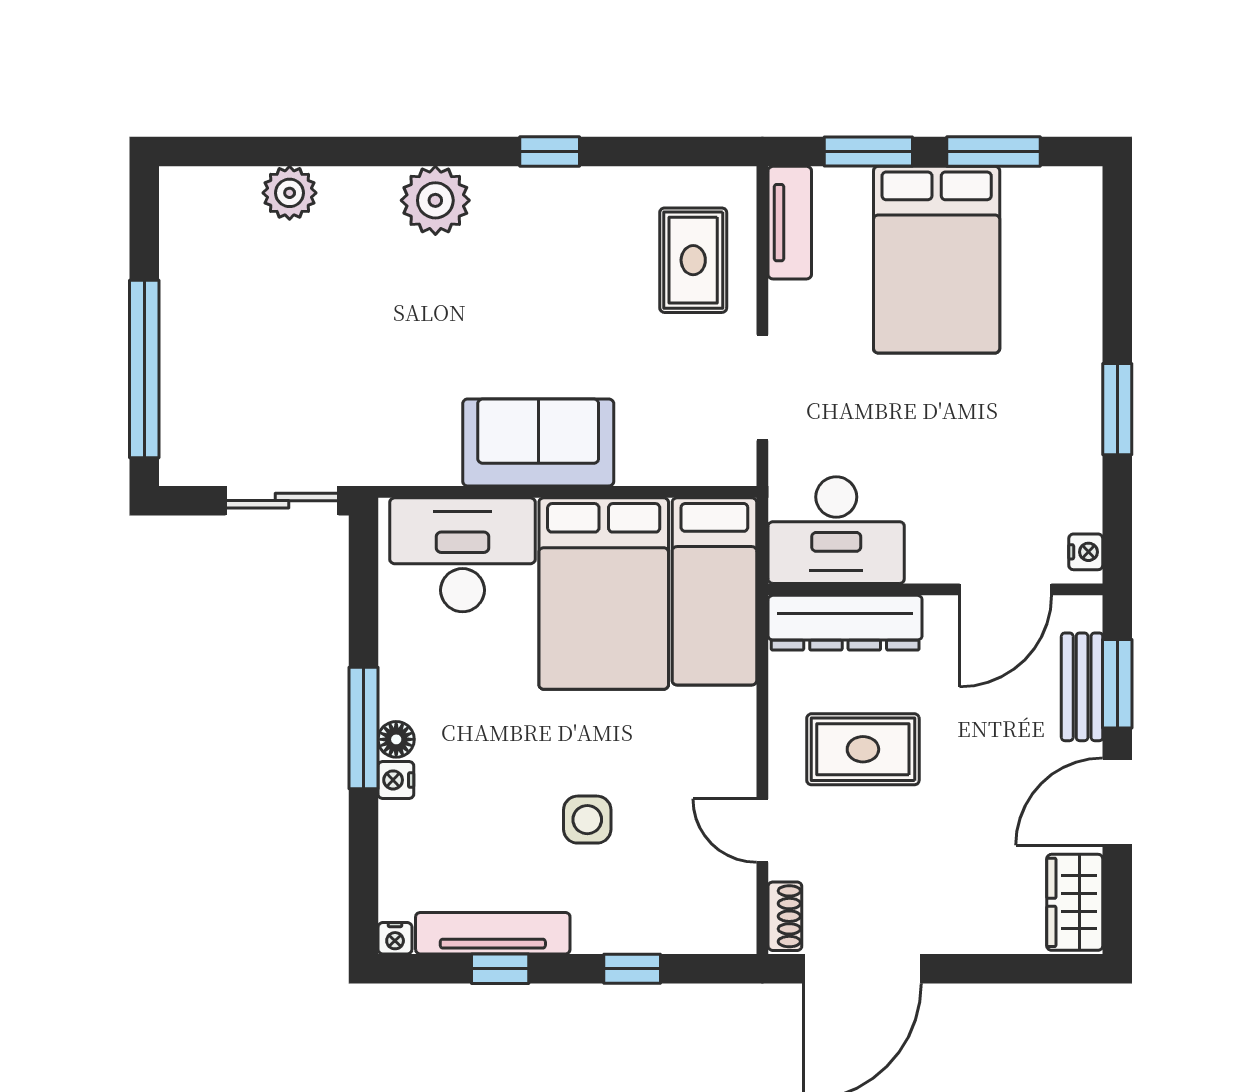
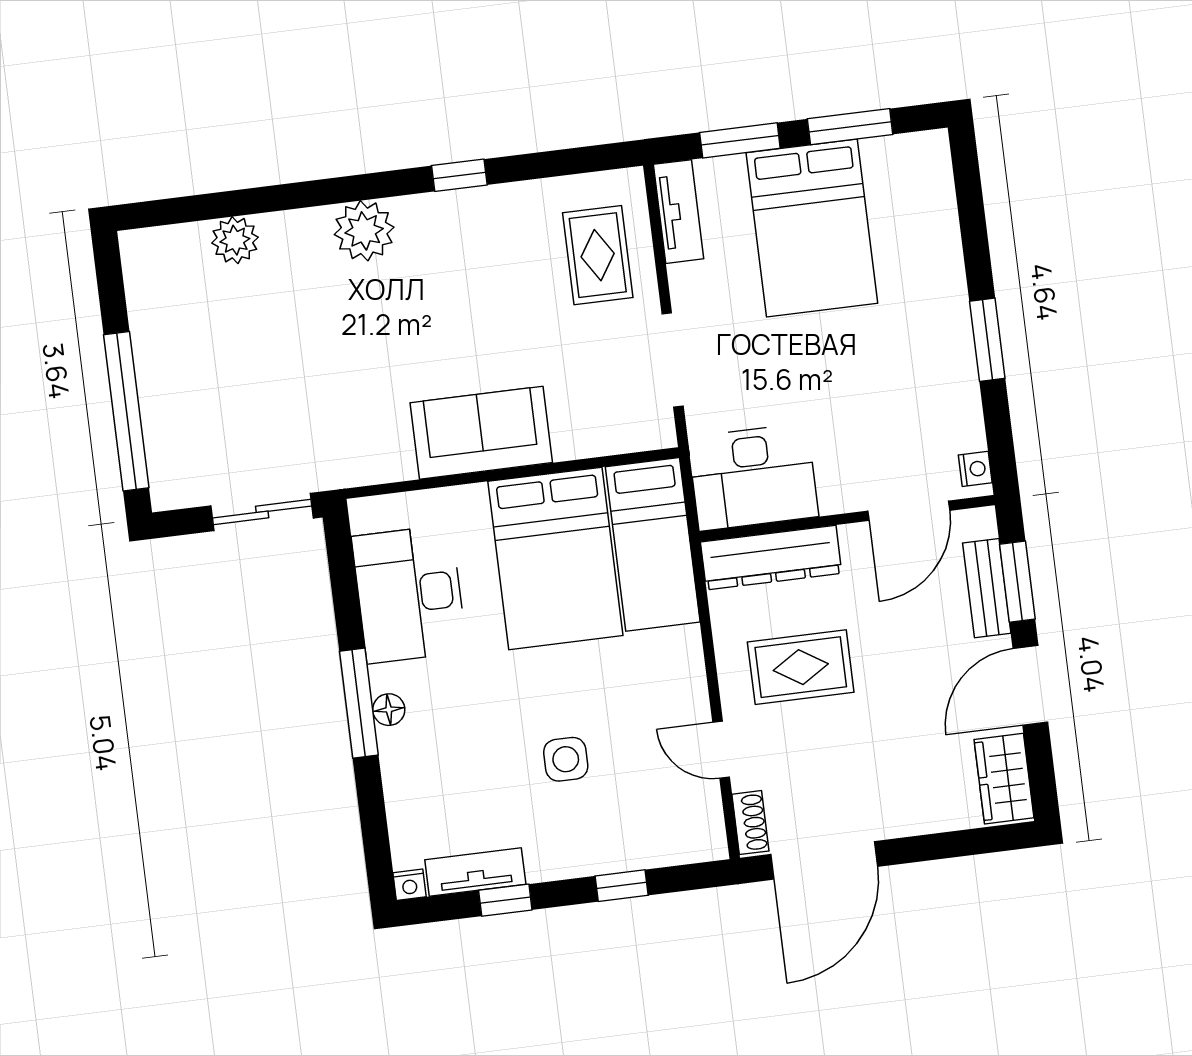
desk: (463, 555) -> (409, 594), moved, turned -90
nightstand: (396, 780) -> (393, 745), removed
tv unit: (493, 933) -> (475, 872), width x0.71

